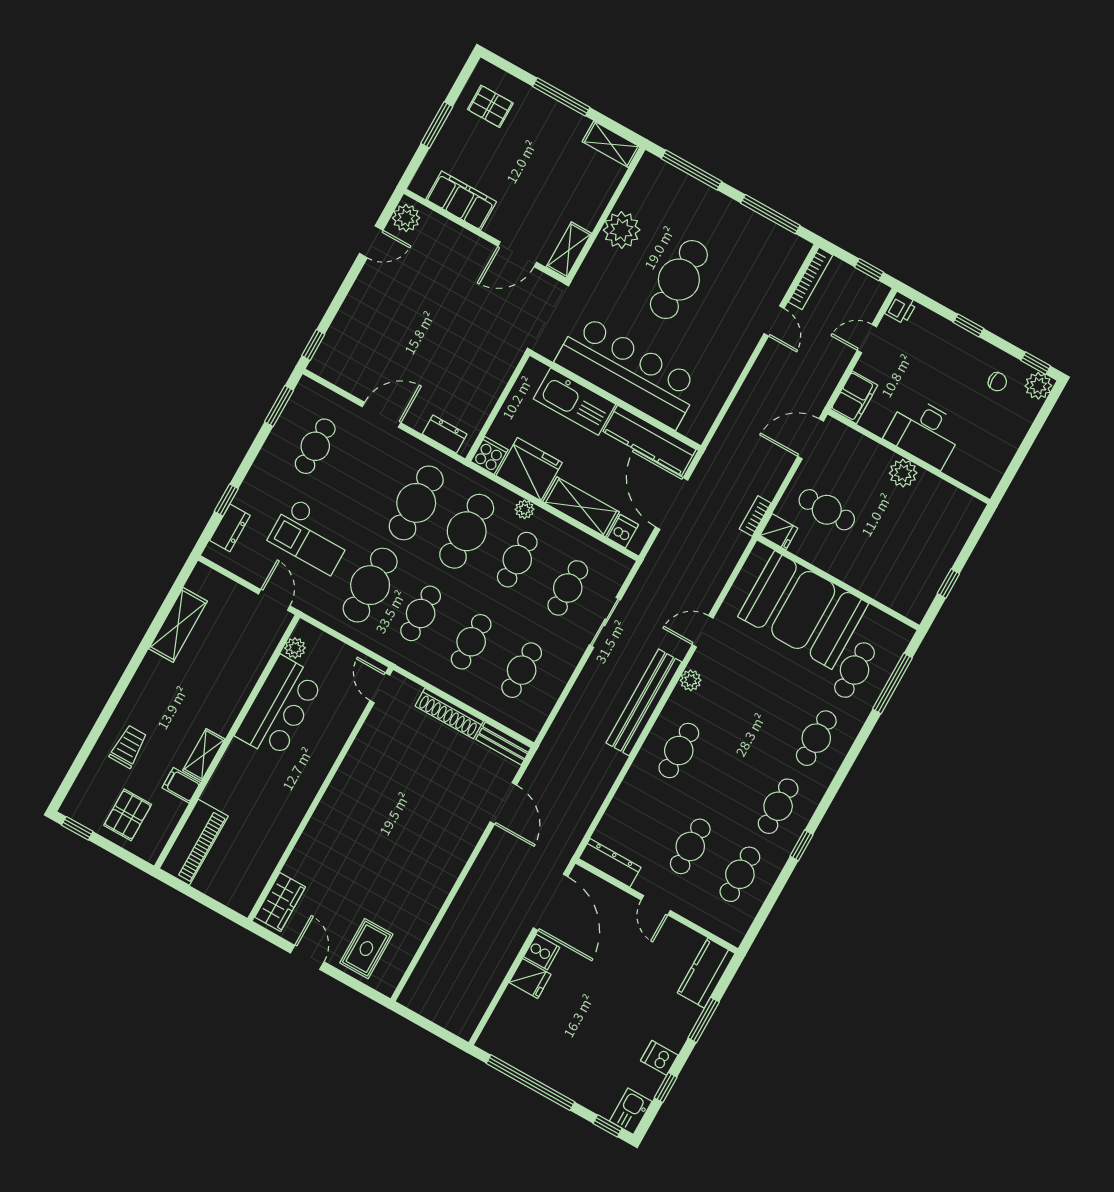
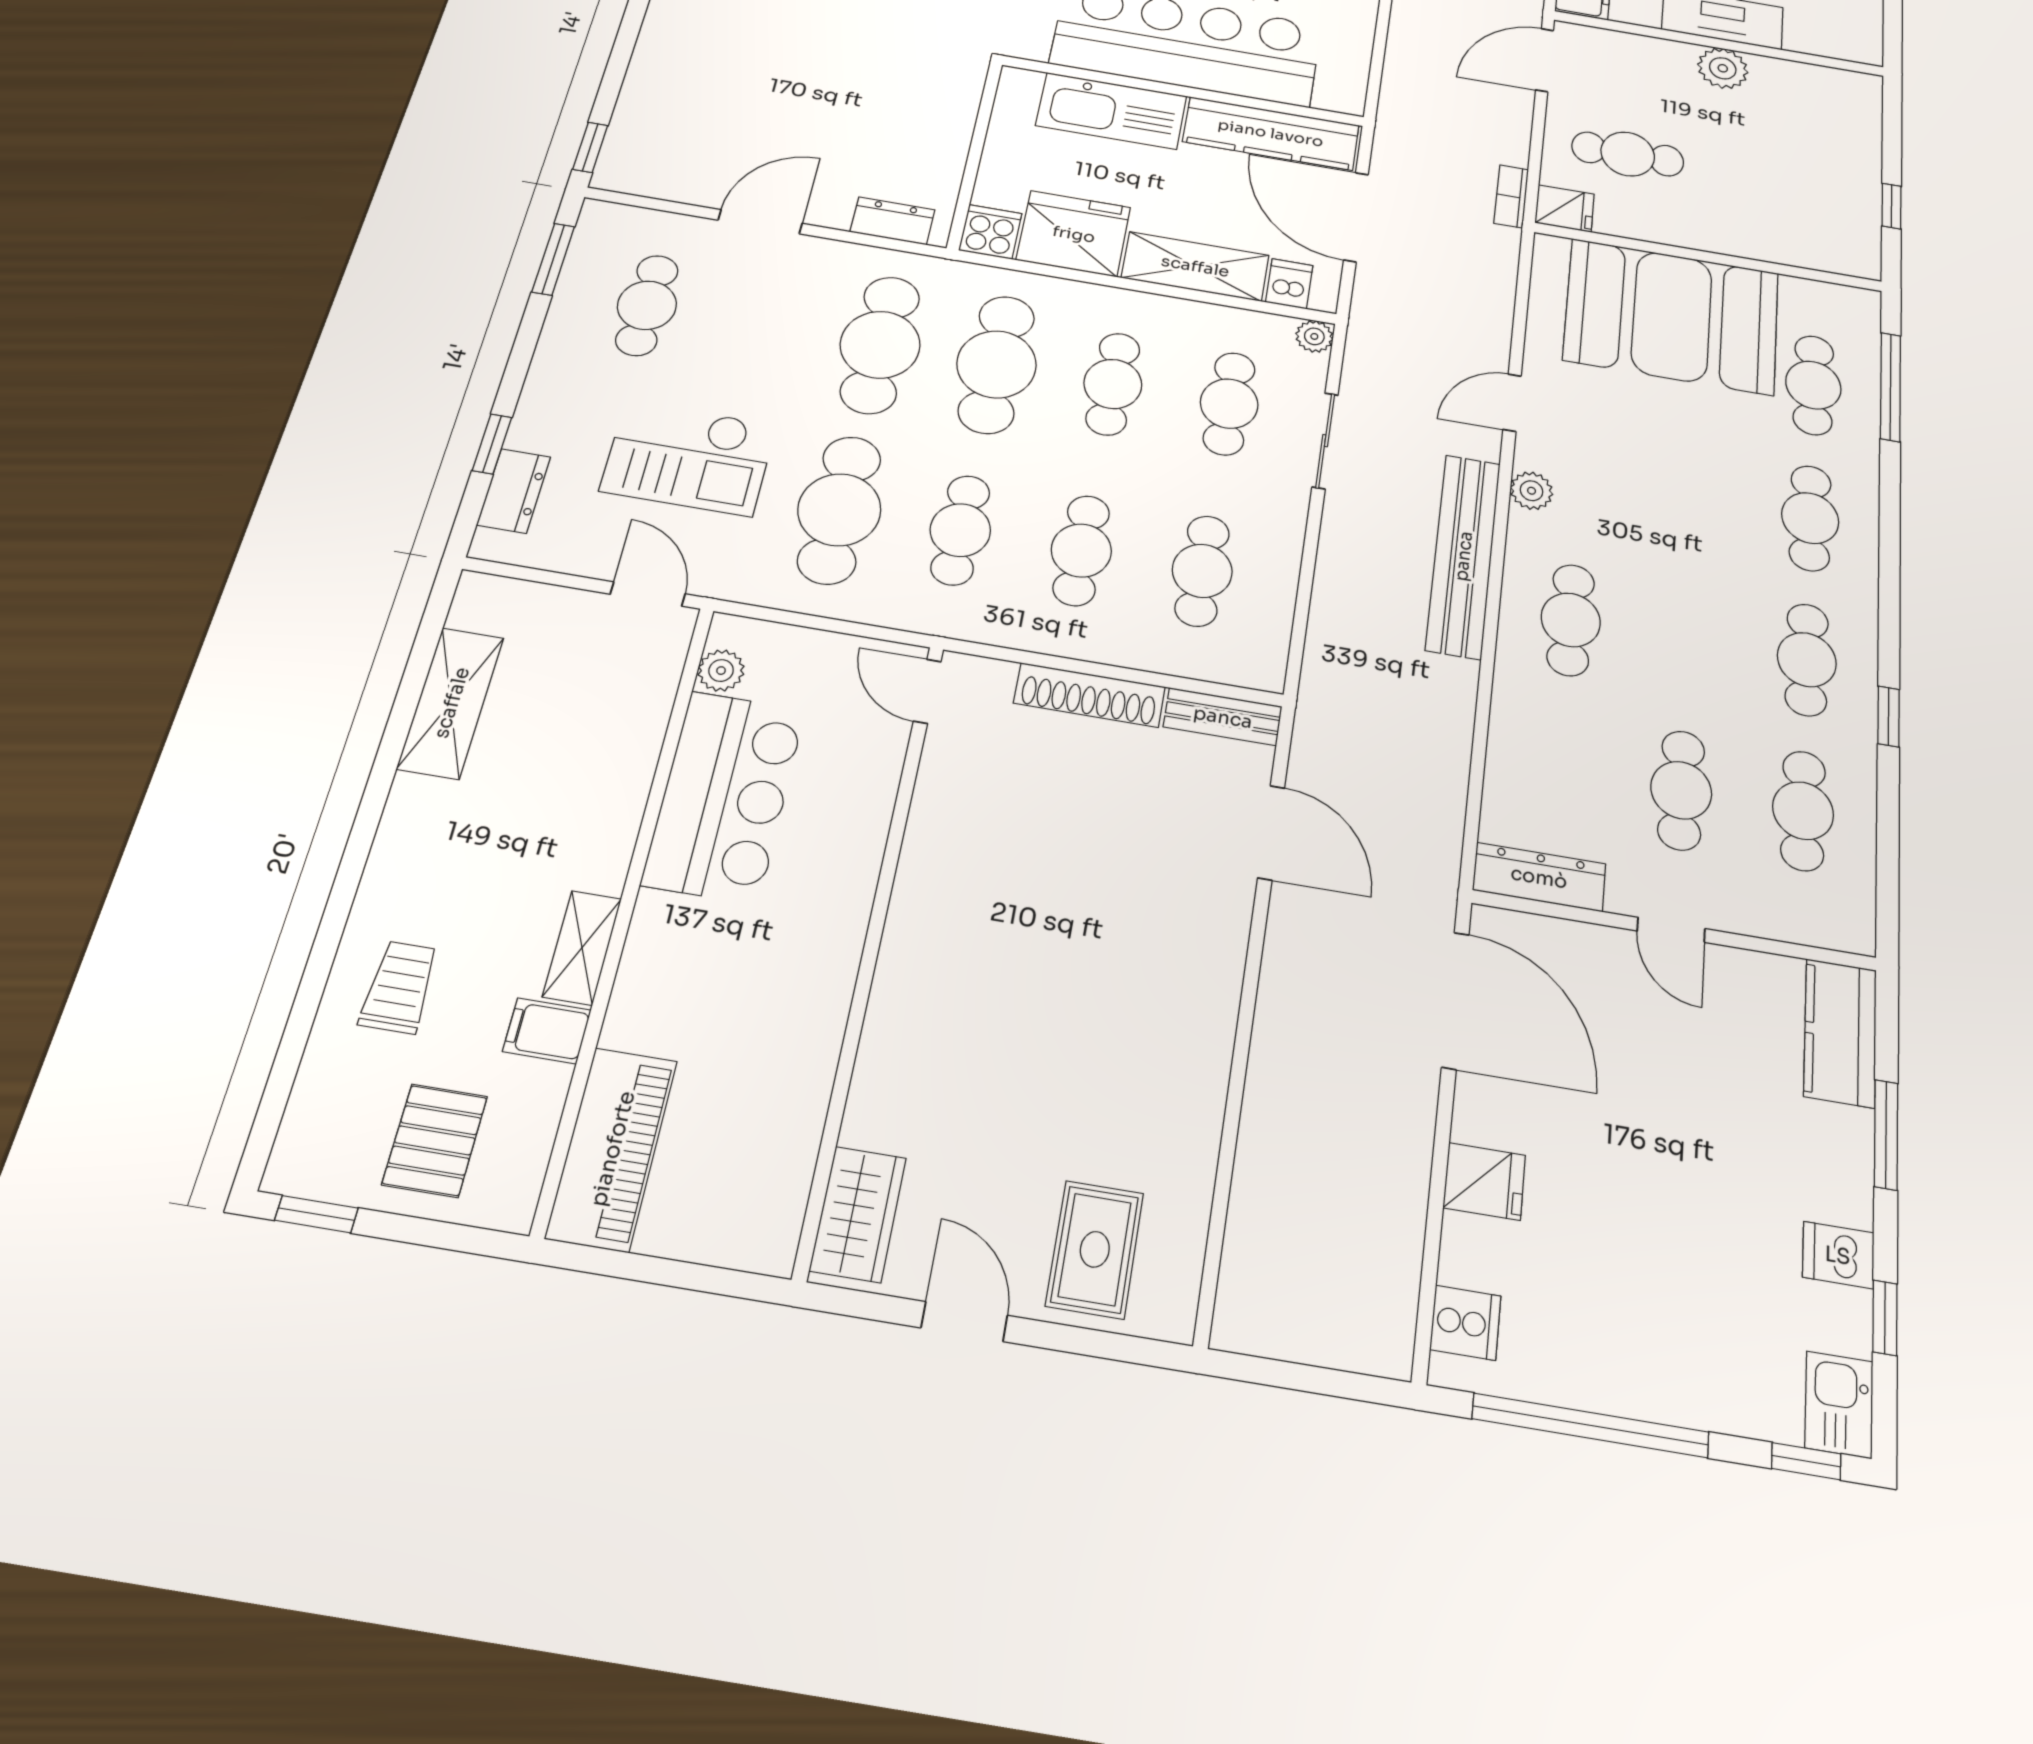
plant: (525, 509) -> (1314, 336), moved
cooker: (542, 952) -> (1465, 1323), moved

